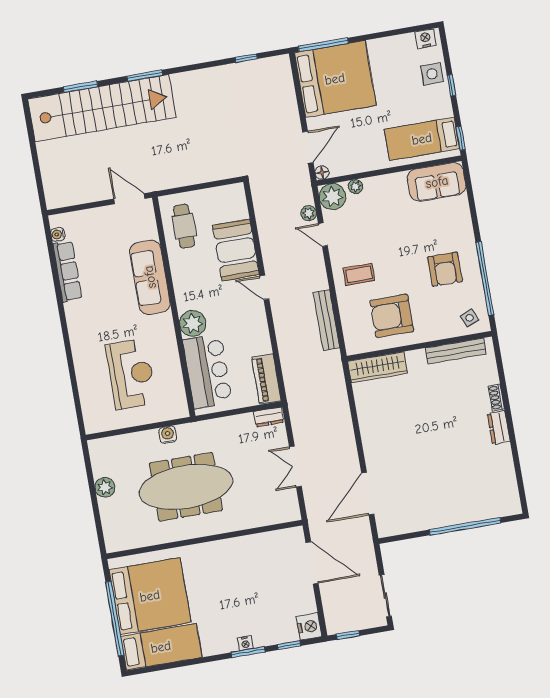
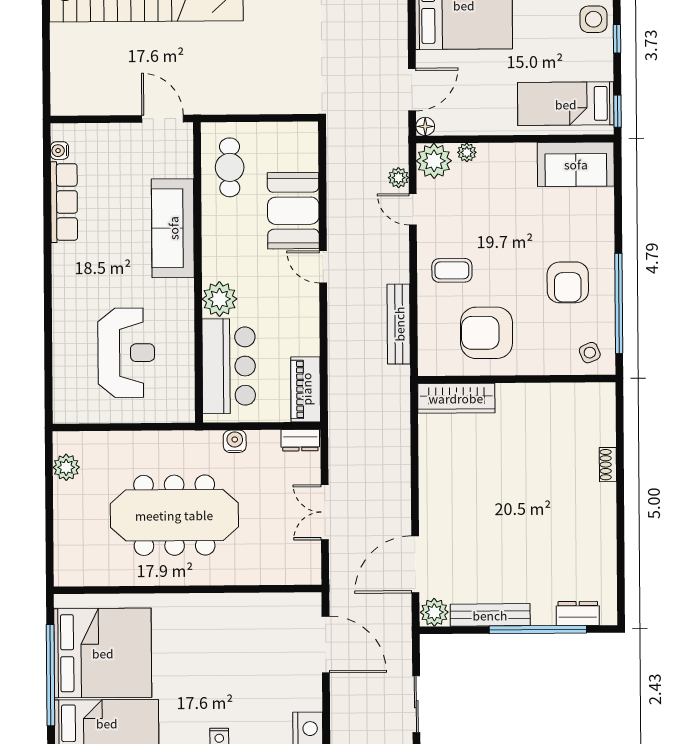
bench: (456, 351) -> (490, 615), moved
dresser: (499, 428) -> (578, 613), moved, turned 90
water cooler: (168, 435) -> (235, 441), moved
plant: (105, 487) -> (66, 467), moved
plant: (387, 526) -> (434, 612), added

